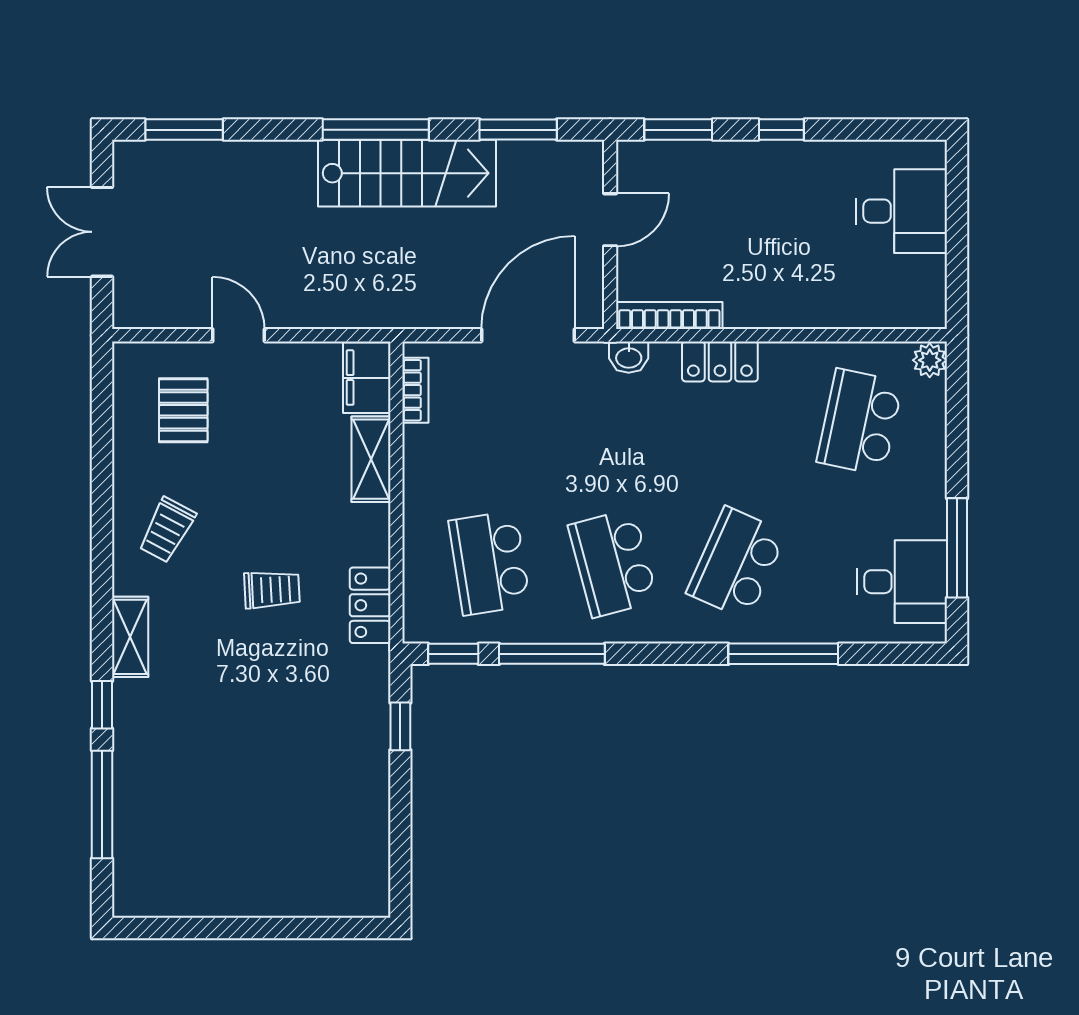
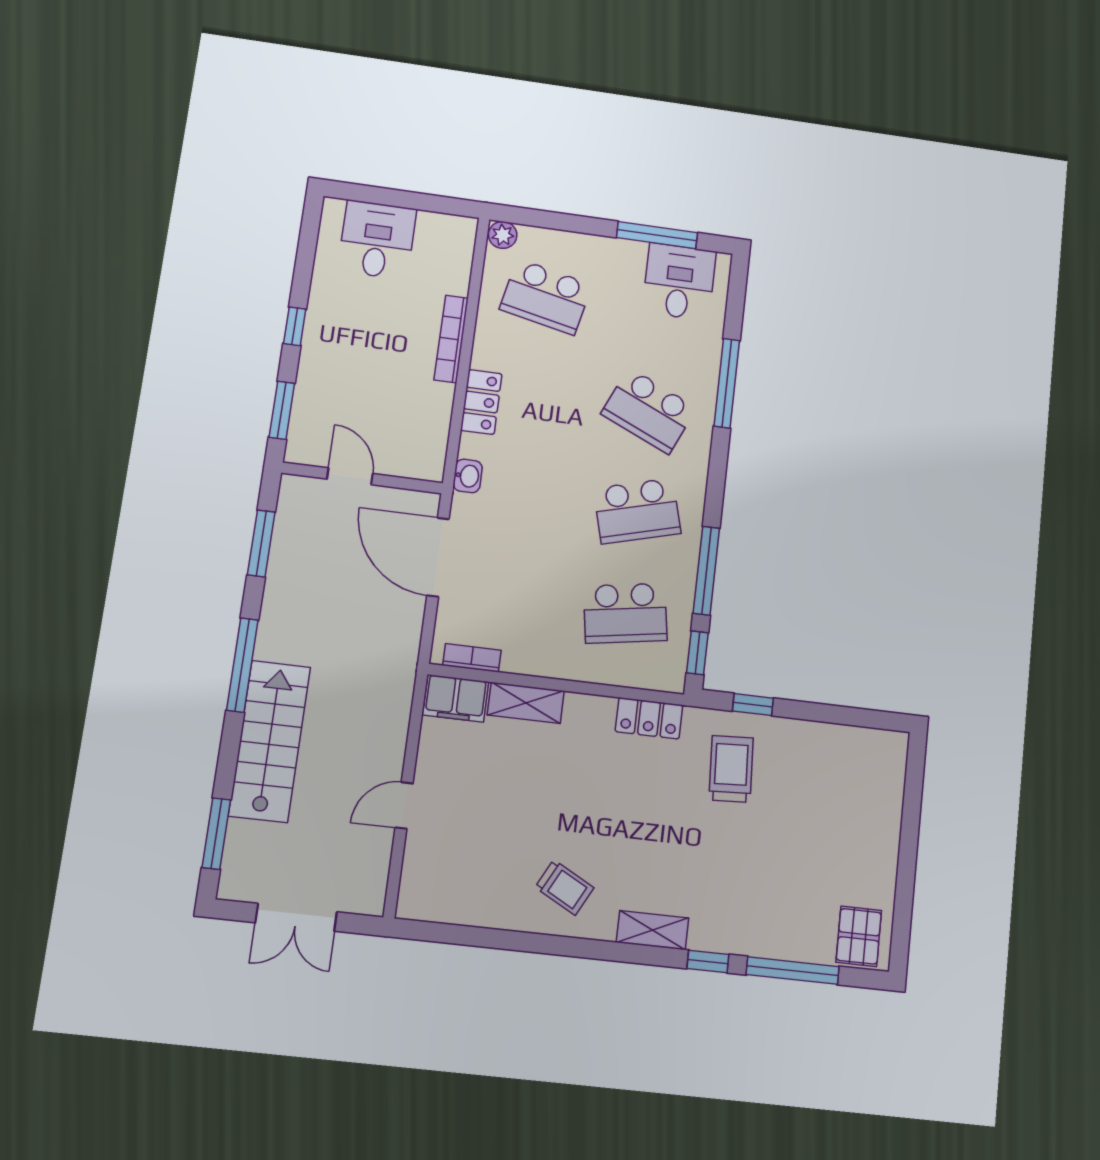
stairs: (407, 173) -> (270, 741), moved
bookcase: (669, 316) -> (451, 339), moved
pallet: (183, 410) -> (859, 936), moved, turned 90
trolley: (272, 590) -> (731, 769), moved, width x1.36, depth x1.39

